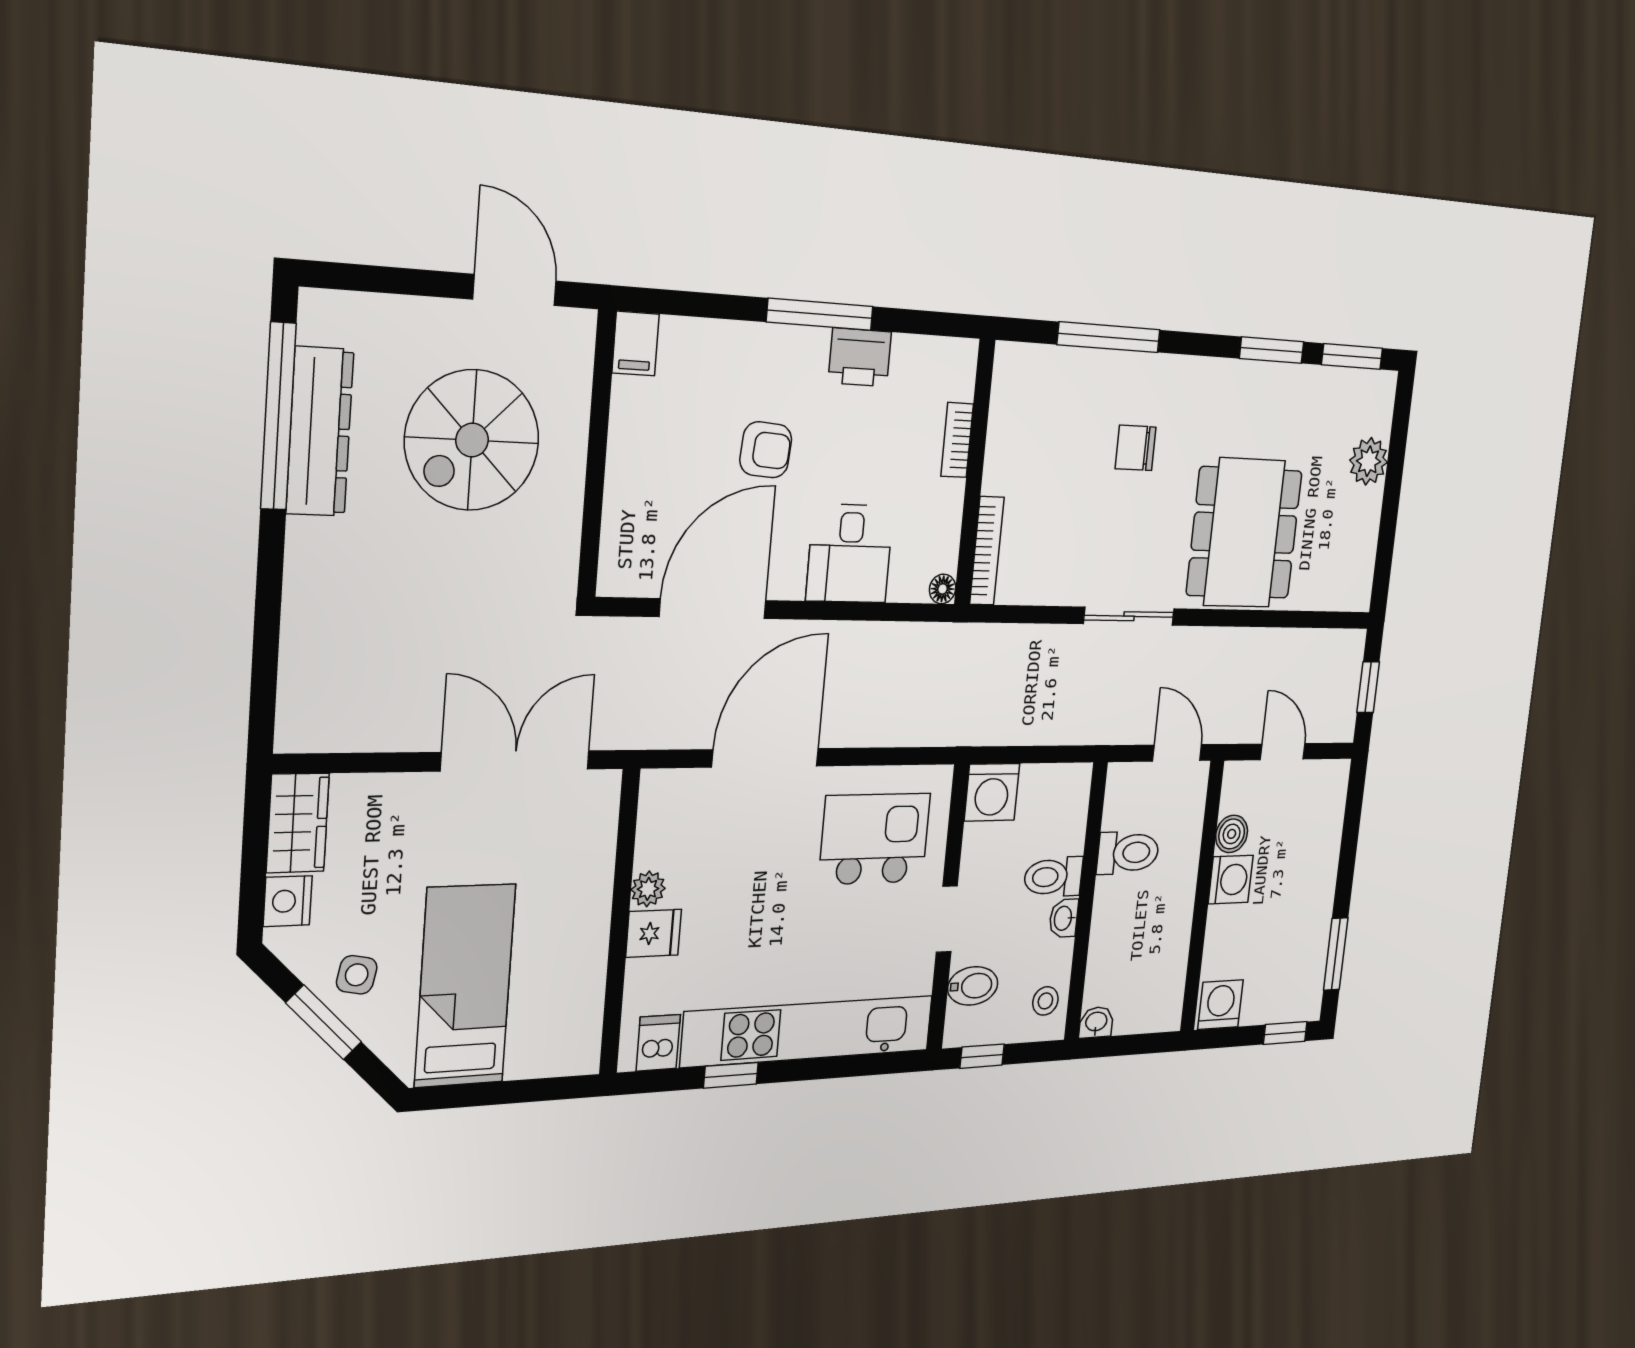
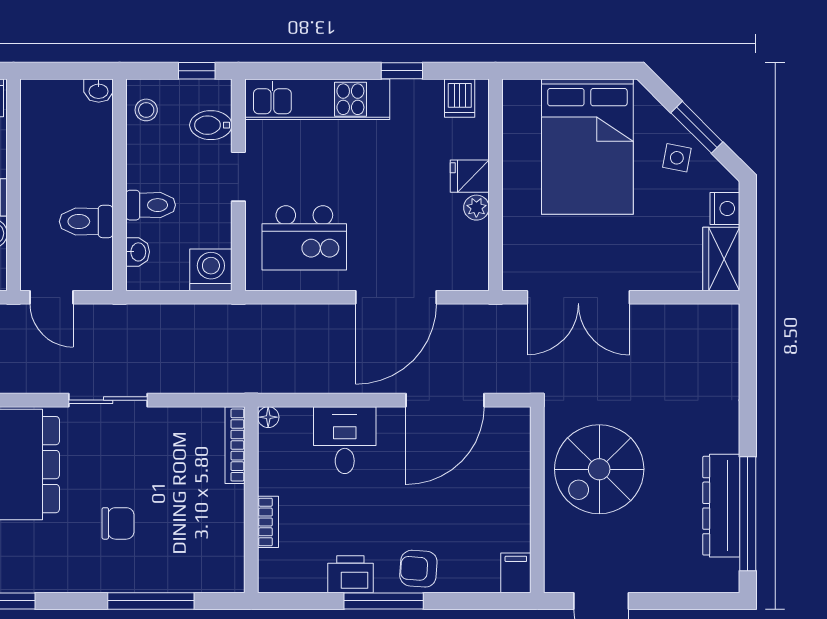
spiral stairs: (472, 440) -> (599, 469), moved, turned 180
armchair: (766, 450) -> (418, 569), moved
washbasin: (1064, 918) -> (138, 252), moved
bed: (465, 986) -> (587, 147), width x1.50
kitchen unit: (809, 1031) -> (317, 99), width x0.73

